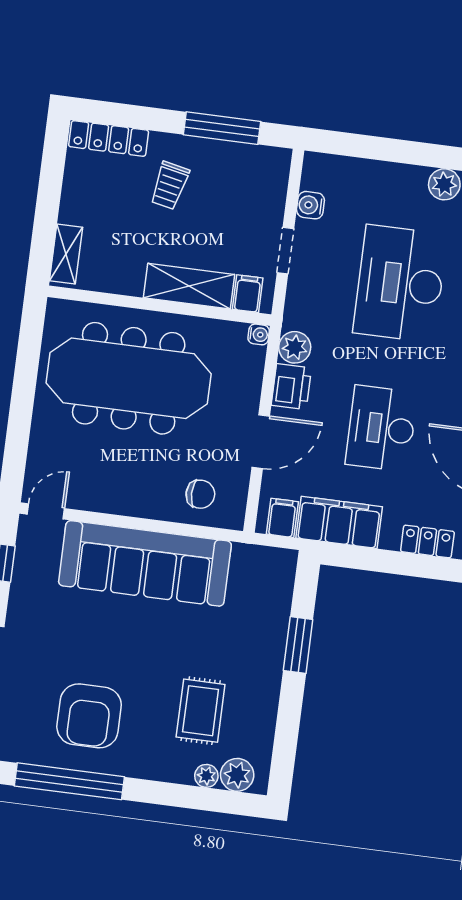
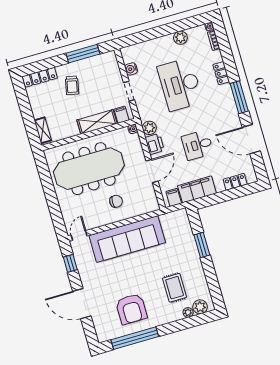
desk: (381, 428) -> (197, 145), width x0.73
chair: (200, 494) -> (116, 201), moved

